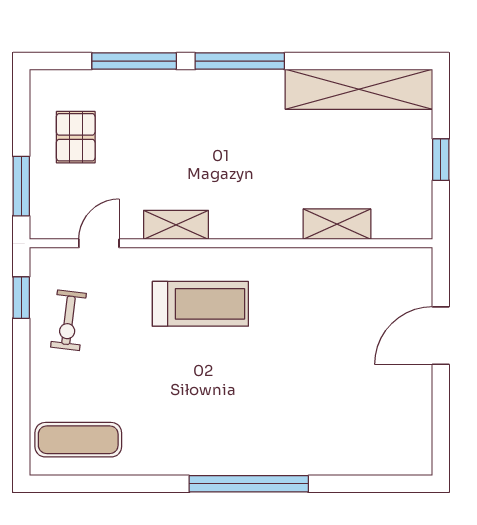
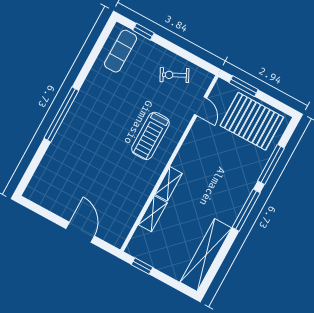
pallet: (76, 137) -> (252, 121), width x2.05, depth x2.00
window: (441, 160) -> (142, 266), moved
shelving: (176, 225) -> (169, 184), moved
window: (21, 298) -> (143, 32), moved
exercise bike: (68, 320) -> (174, 75), turned -34

